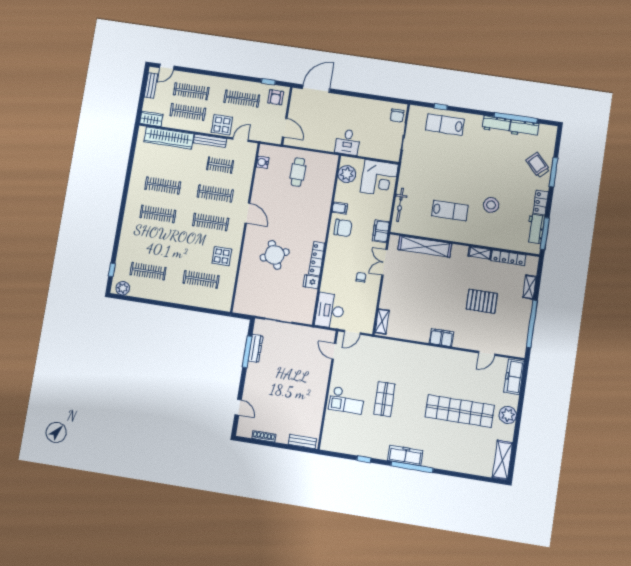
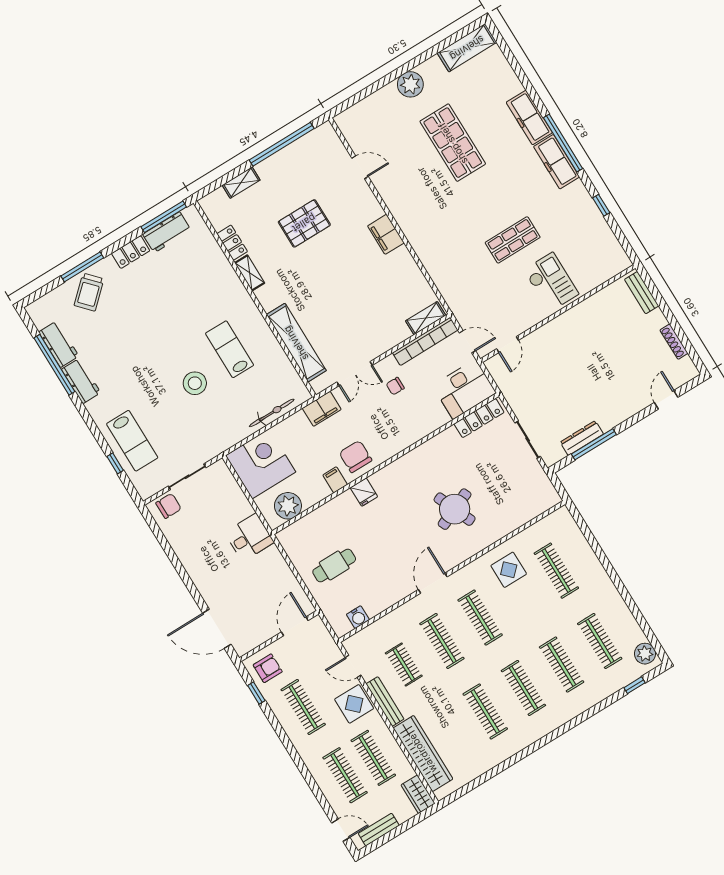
stool: (491, 205) -> (195, 383), moved
clothes rail: (153, 242) -> (562, 665), added
locker: (508, 258) -> (232, 243), width x0.66
locker: (317, 259) -> (479, 418), moved
fridge: (311, 282) -> (364, 492), moved
pallet: (482, 301) -> (304, 223), turned 90
bookcase: (371, 311) -> (425, 341), added
freezer: (514, 377) -> (529, 118), moved, turned 90
shop shelf: (460, 411) -> (453, 143), width x0.71

